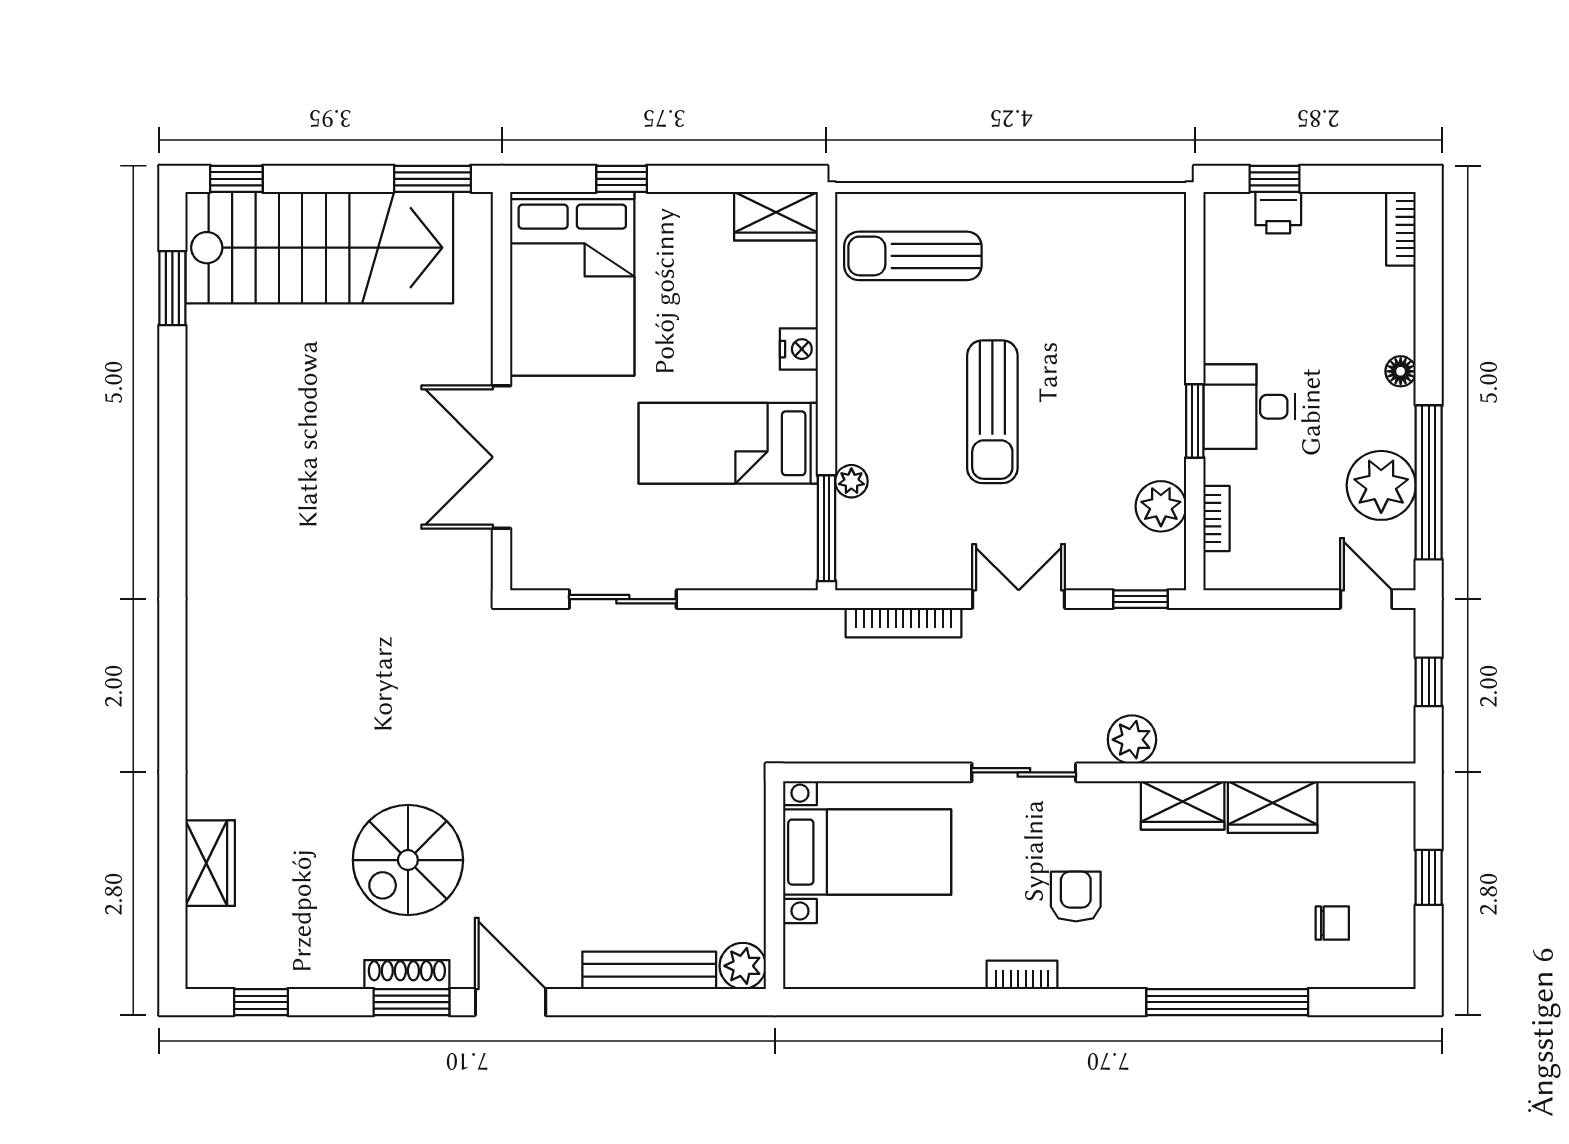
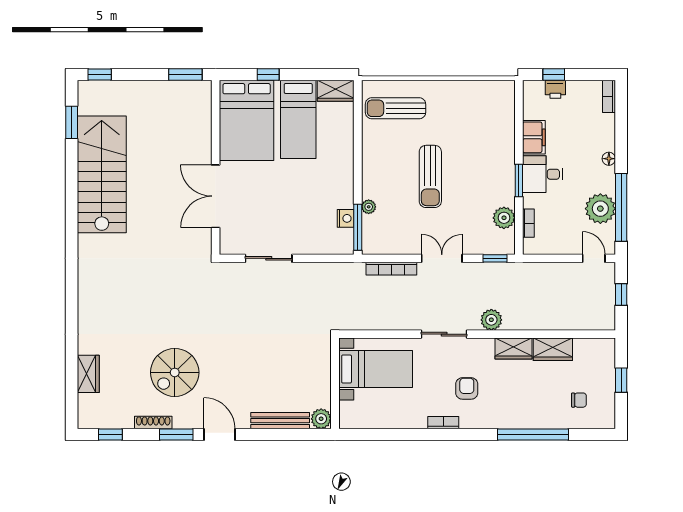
stairs: (319, 248) -> (102, 174), moved, turned -90
filing cabinet: (1229, 322) -> (534, 137), added
nightstand: (799, 349) -> (346, 218), moved
bed: (728, 443) -> (298, 119), moved, turned -90
shoe rack: (407, 975) -> (153, 423), moved

